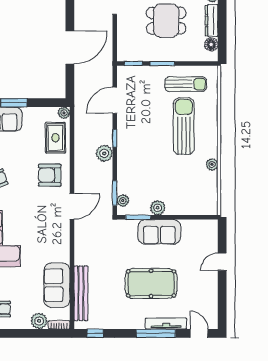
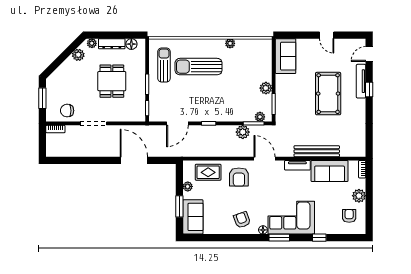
door: (115, 100) -> (177, 123), hinge flipped
plant: (64, 113) -> (188, 186), moved
plant: (104, 153) -> (243, 132), moved
sofa: (159, 232) -> (286, 56), moved
tv unit: (64, 246) -> (297, 165), added
door: (222, 262) -> (327, 35), moved
bench: (81, 293) -> (317, 151), moved
plant: (39, 321) -> (359, 196), moved
window: (95, 333) -> (369, 140), removed
window: (156, 333) -> (369, 90), width x0.46

